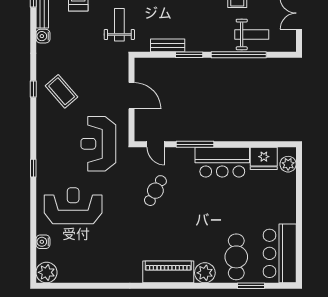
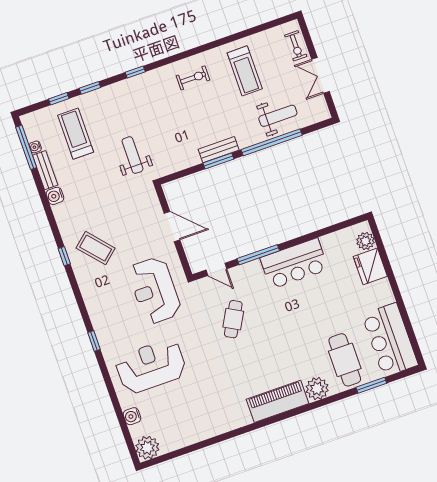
bench: (168, 45) -> (219, 150), moved
fridge: (264, 158) -> (370, 266), moved, turned 90

